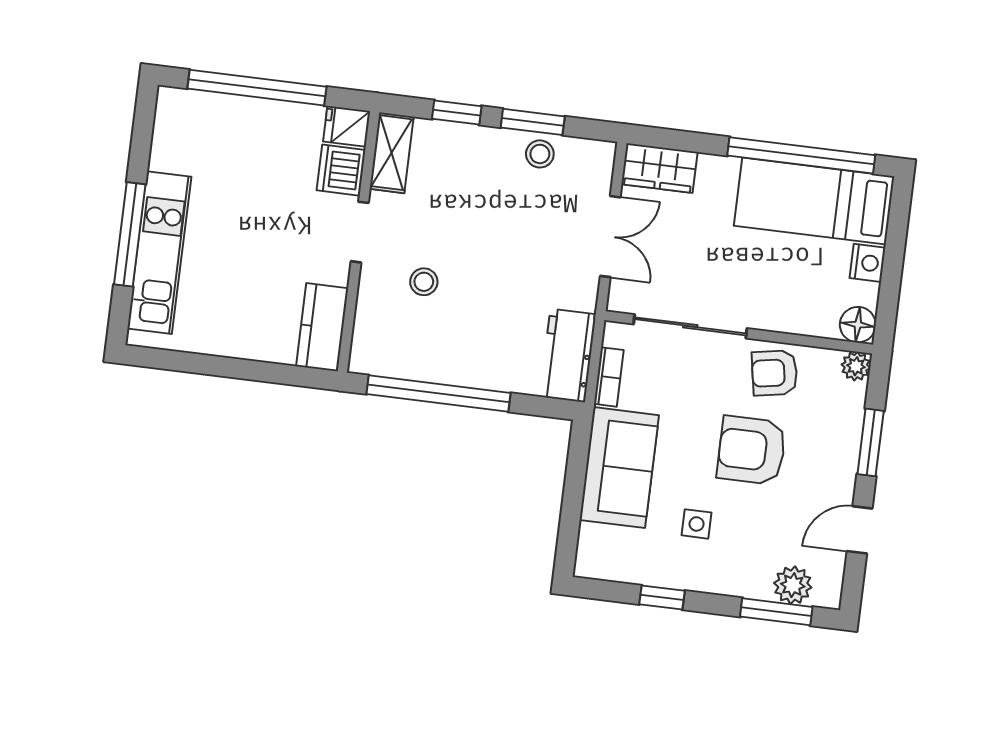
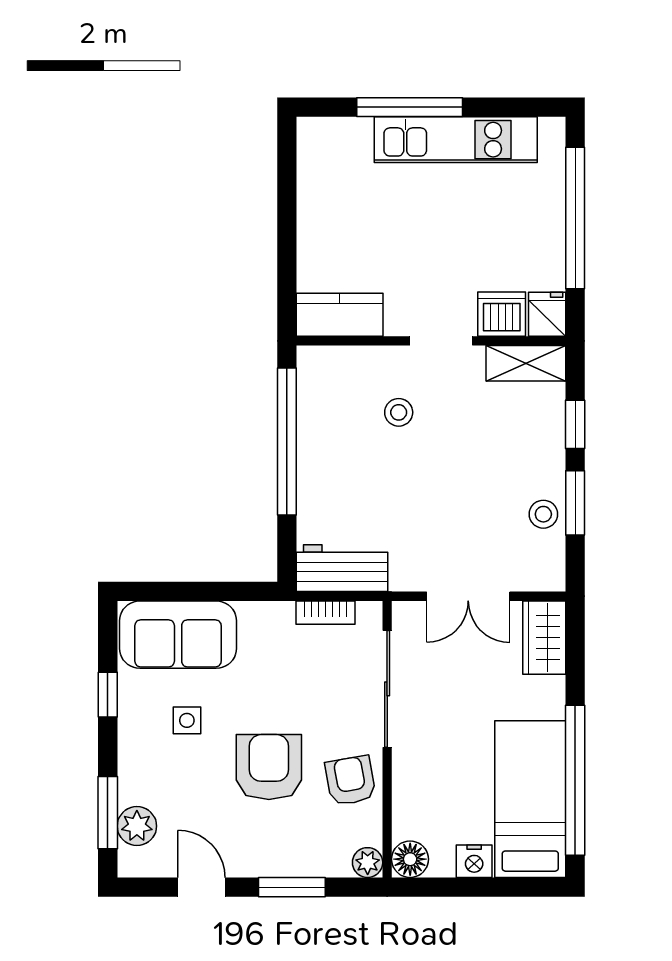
kitchen unit: (159, 253) -> (456, 140), moved
sofa: (619, 468) -> (178, 635), moved

